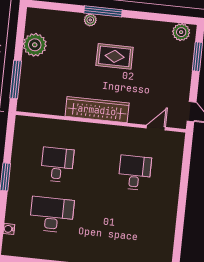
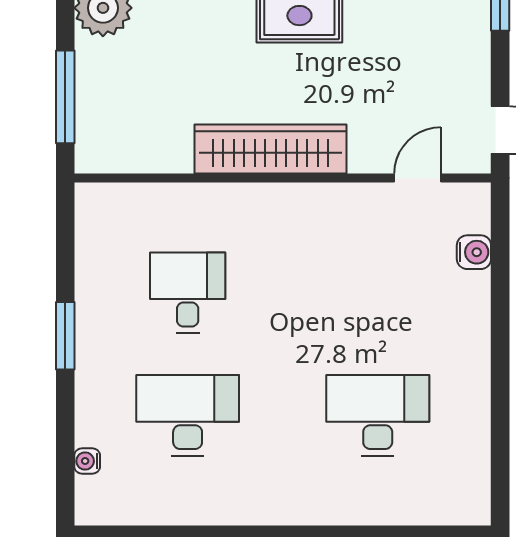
water cooler: (176, 160) -> (474, 252), added
desk: (135, 173) -> (378, 415), moved, width x1.37

